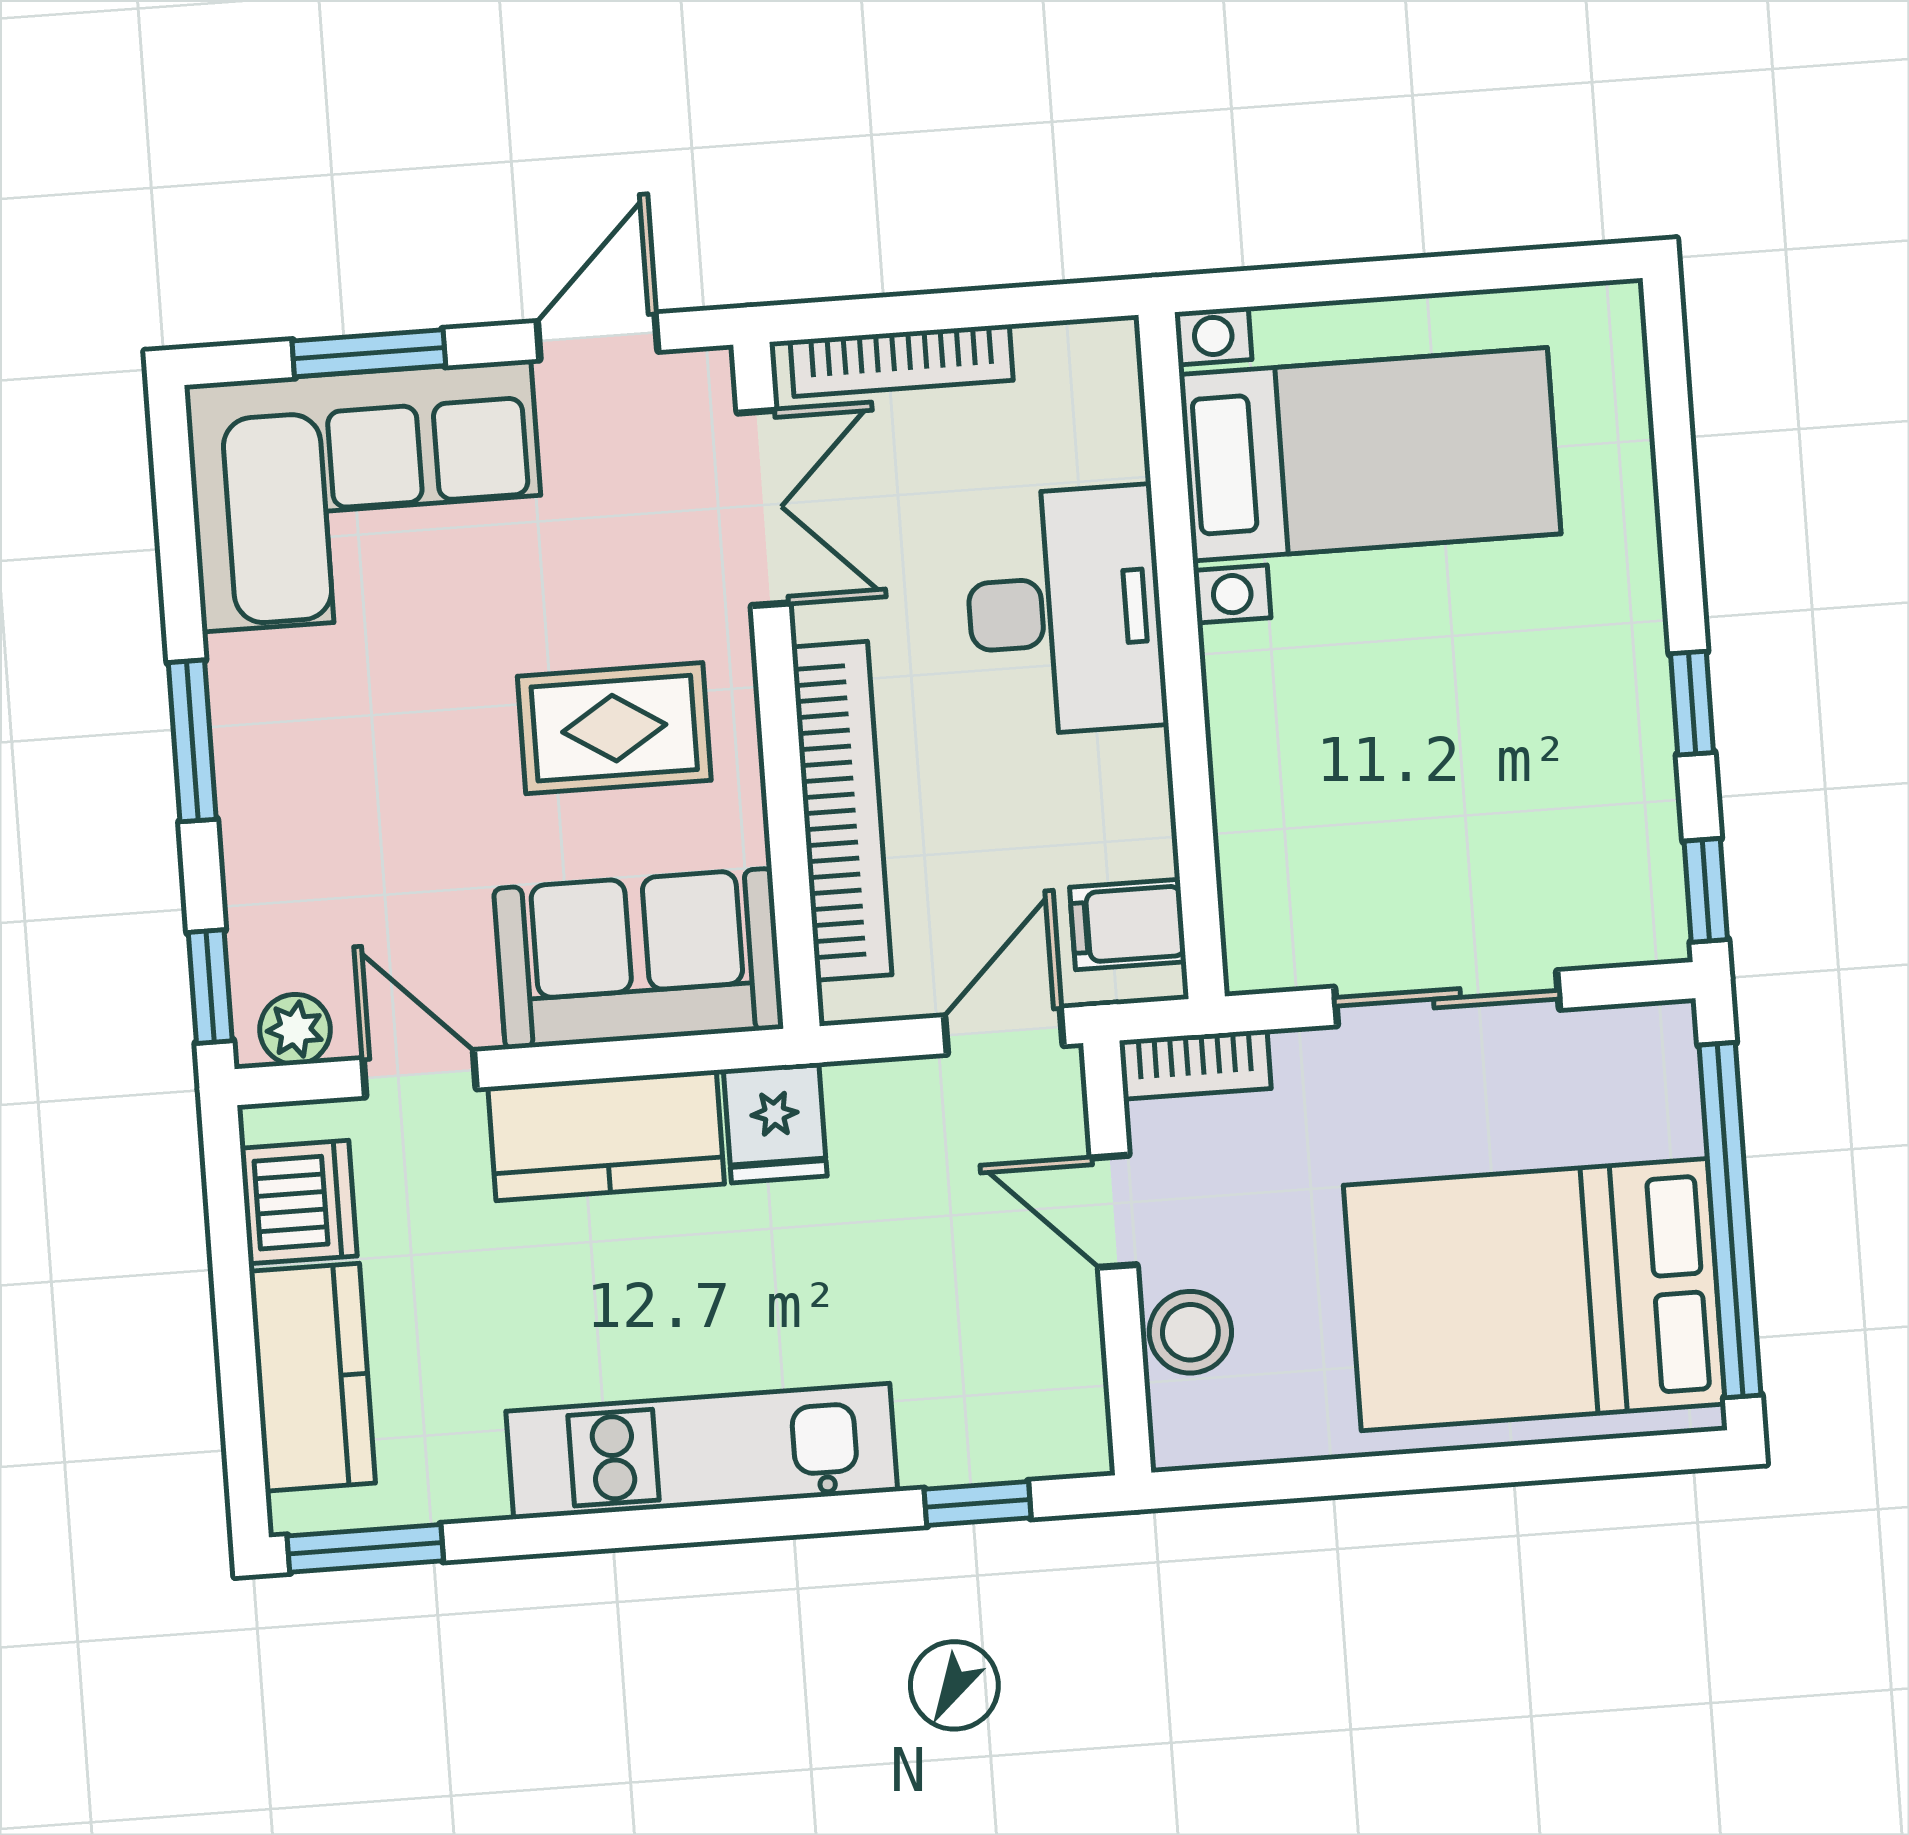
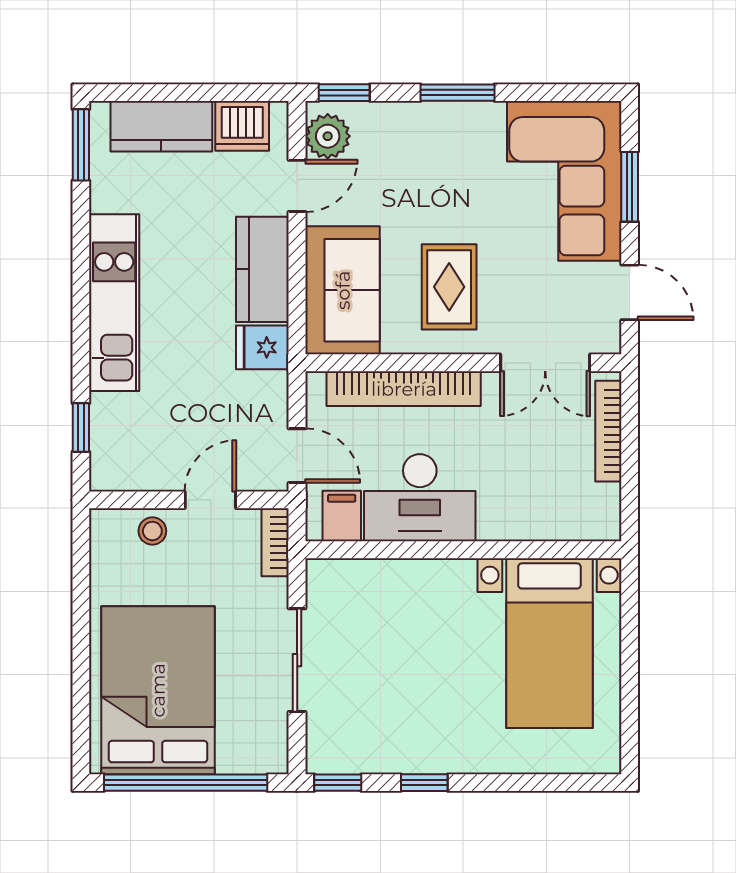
desk: (1065, 611) -> (420, 498), moved
plant: (295, 1029) -> (328, 136), width x1.38, depth x1.38
stool: (1190, 1332) -> (152, 531), width x0.73, depth x0.73

